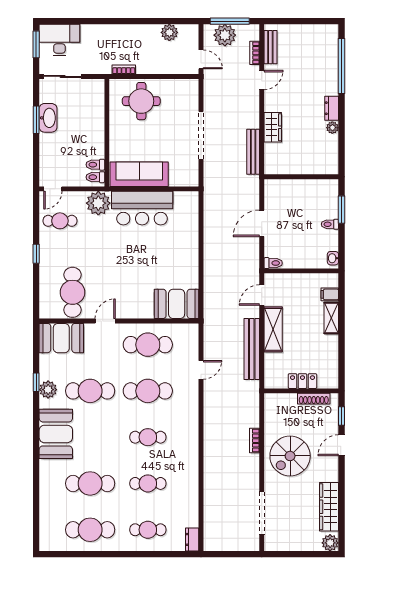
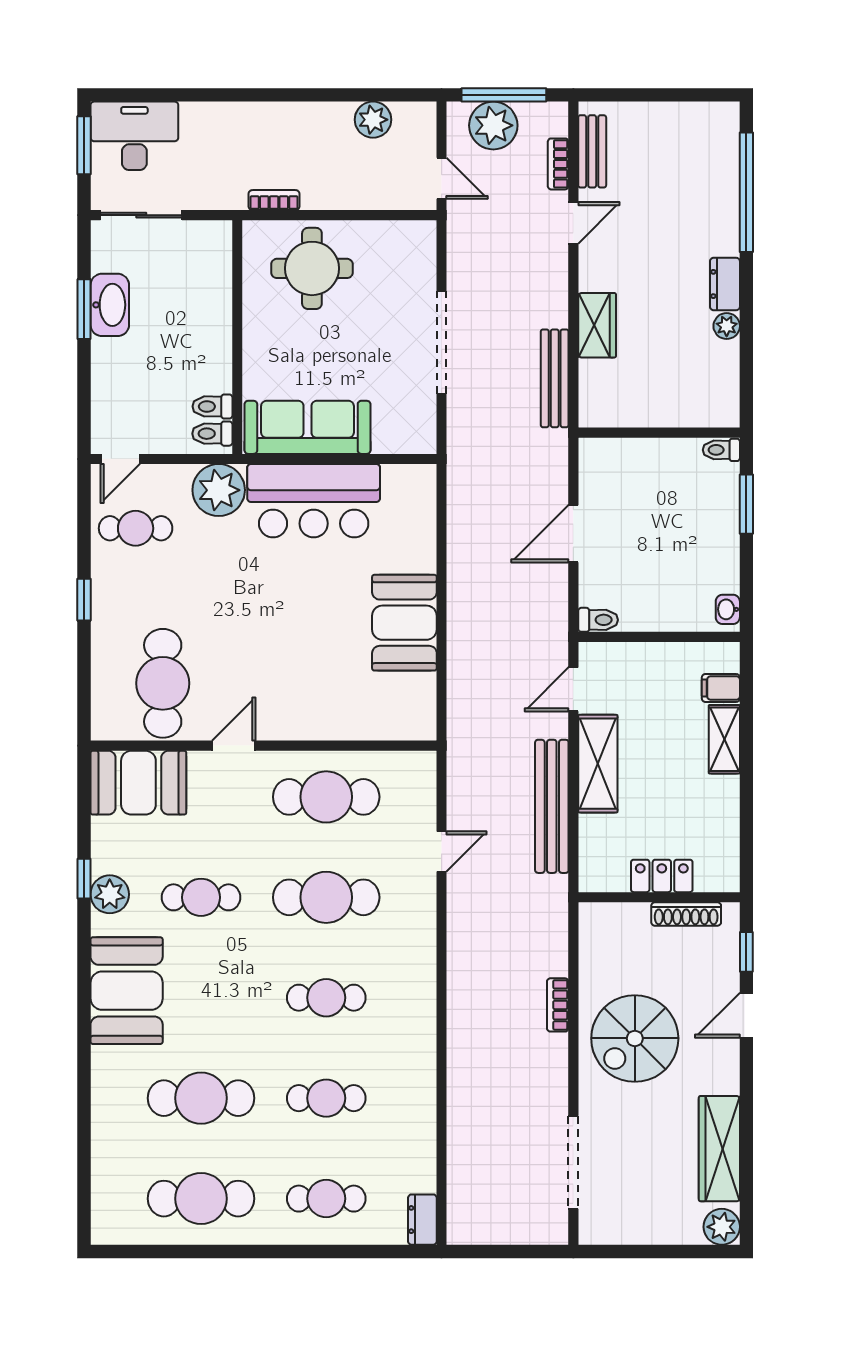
toilet: (330, 224) -> (721, 450), moved
booth: (177, 304) -> (404, 623), moved, turned 90
cafe table: (90, 391) -> (201, 897), width x0.73, depth x0.74

